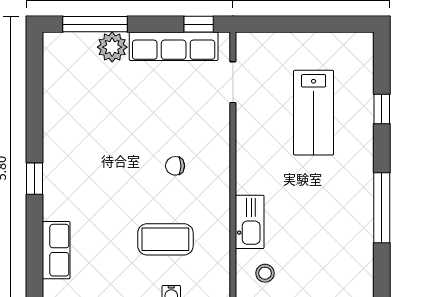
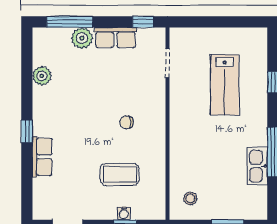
row of seats: (174, 46) -> (115, 38), width x0.68
plant: (56, 100) -> (42, 76), added
kitchen sink: (250, 222) -> (257, 166), moved, turned 180
row of seats: (56, 250) -> (42, 157), moved

